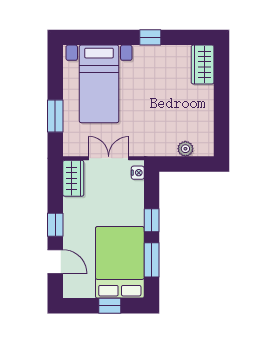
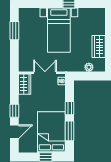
wardrobe: (203, 65) -> (99, 46), moved
bed with nightstands: (99, 84) -> (59, 30), moved
window: (55, 116) -> (14, 31), moved
door: (55, 262) -> (14, 132), hinge flipped

